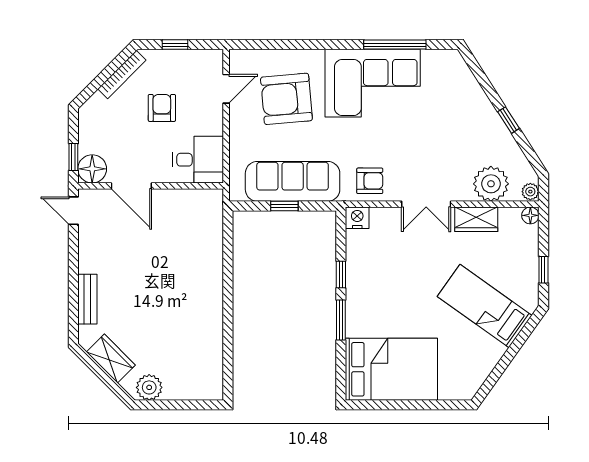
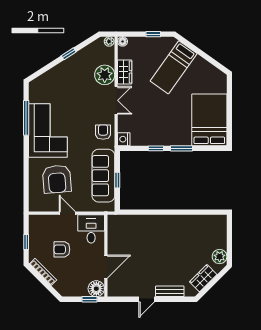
door: (226, 89) -> (67, 213), moved
plant: (491, 184) -> (105, 75), moved
door: (73, 211) -> (147, 299), moved

